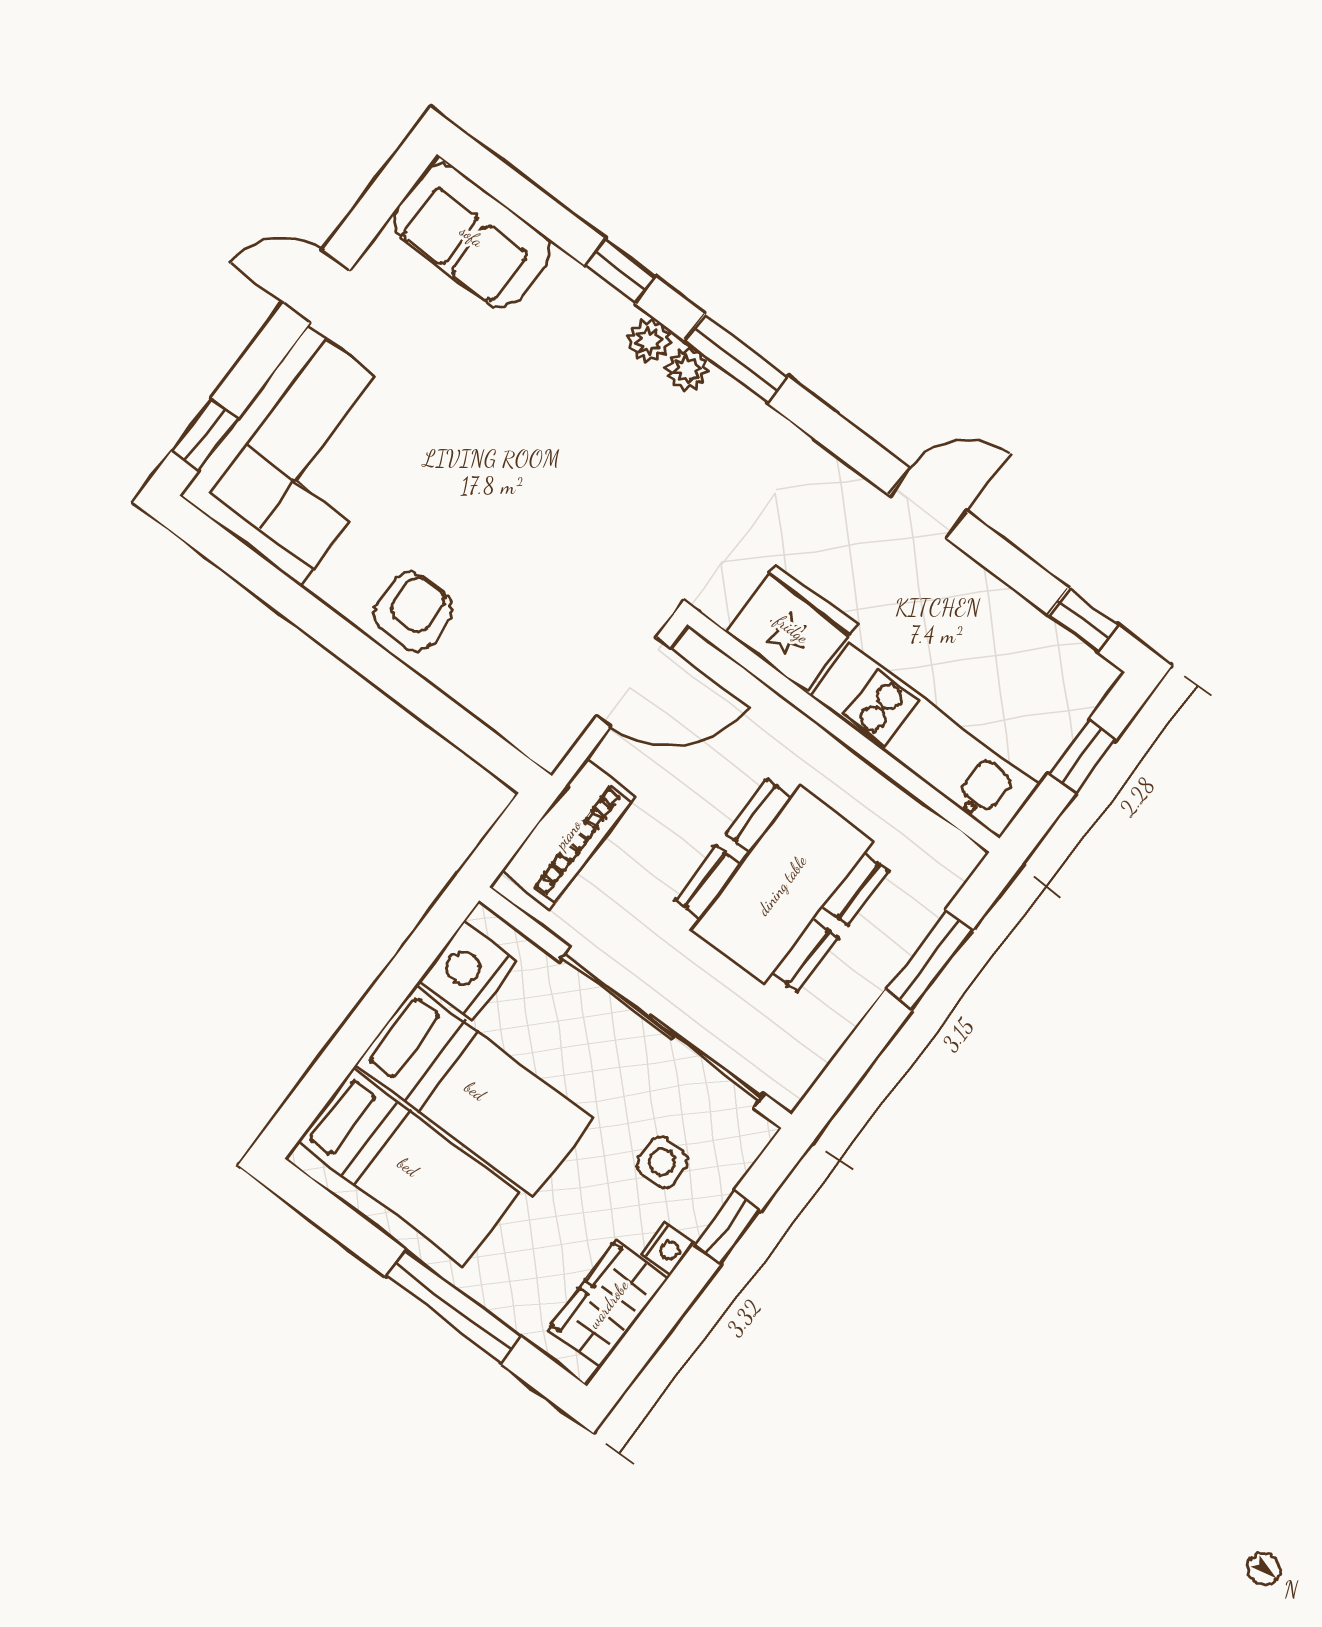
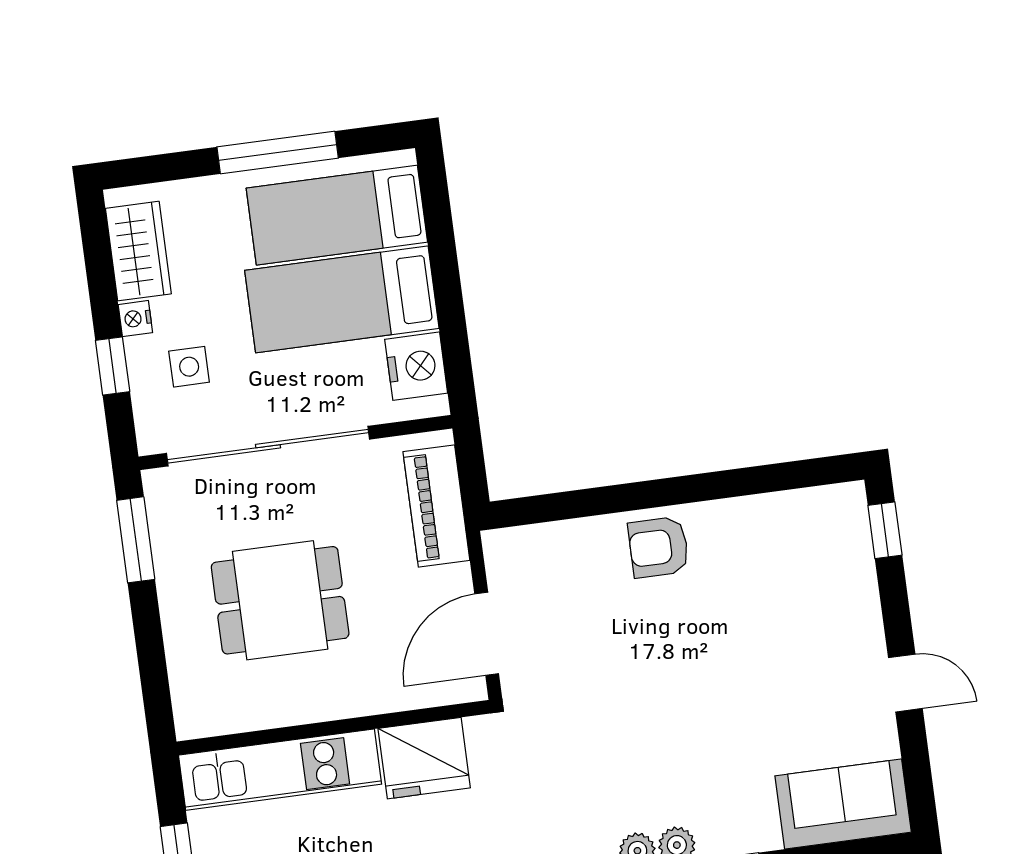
door: (316, 287) -> (905, 683), hinge flipped
corner sofa: (304, 456) -> (813, 576), removed
armchair: (413, 611) -> (659, 547), turned 90
dining table: (782, 885) -> (280, 600), width x0.73
window: (929, 960) -> (136, 540), moved
window: (453, 1307) -> (278, 153), moved

